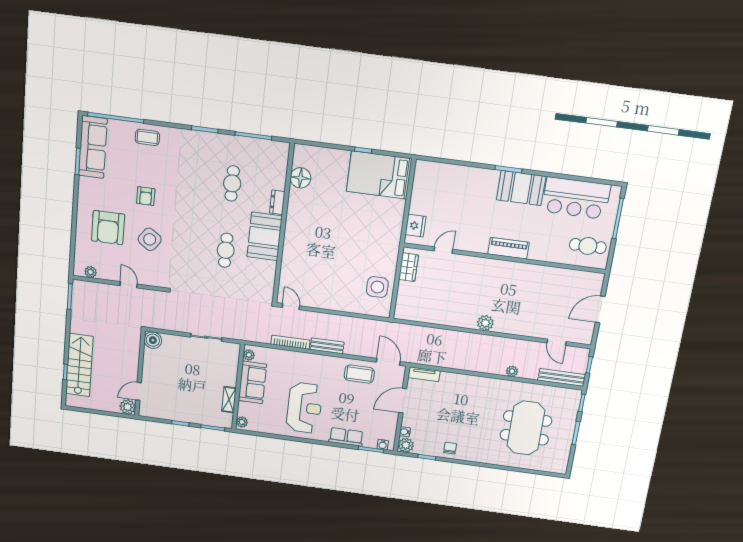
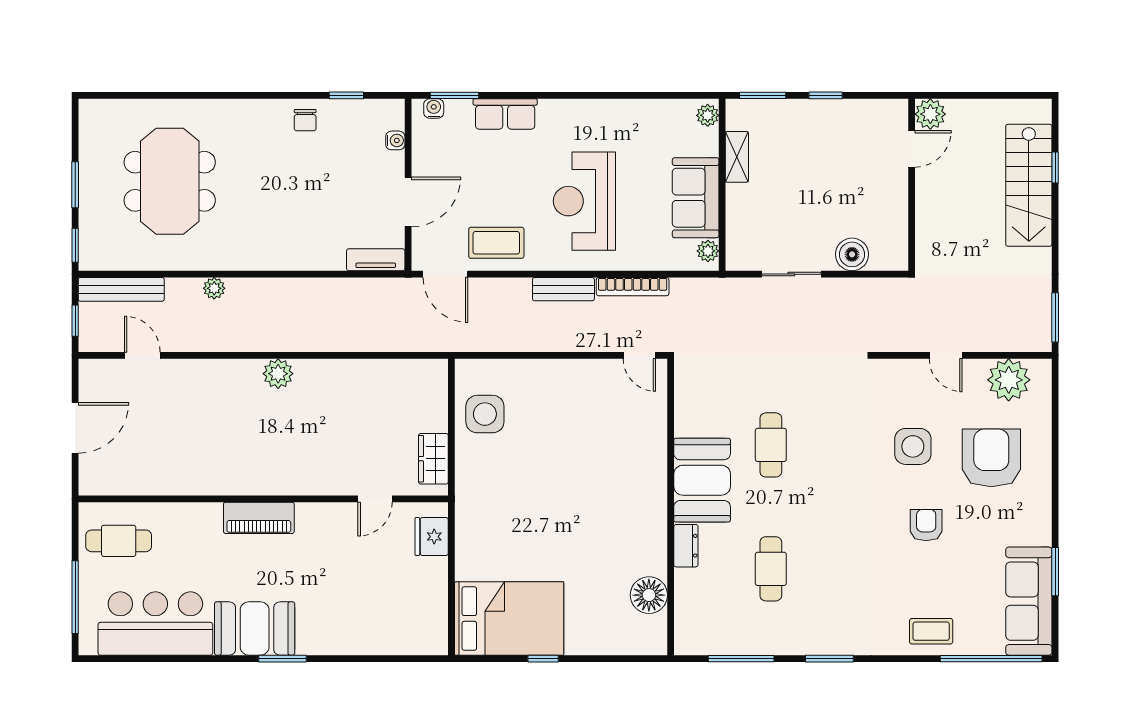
side table: (150, 239) -> (913, 446), turned -36
plant: (91, 272) -> (1009, 380), width x1.87, depth x1.87
boiler: (153, 340) -> (852, 254), moved
reception desk: (304, 408) -> (584, 201), moved
plant: (406, 445) -> (390, 114), removed

